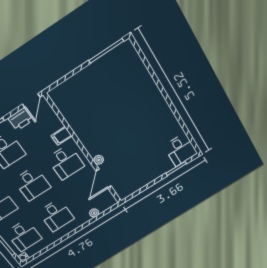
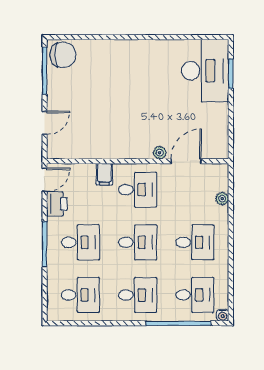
chair: (125, 56) -> (63, 55), added
door: (70, 75) -> (45, 123), added
door: (31, 101) -> (45, 180), hinge flipped
desk: (181, 150) -> (205, 71), width x1.87, depth x1.30
door: (104, 179) -> (186, 161), swing flipped

